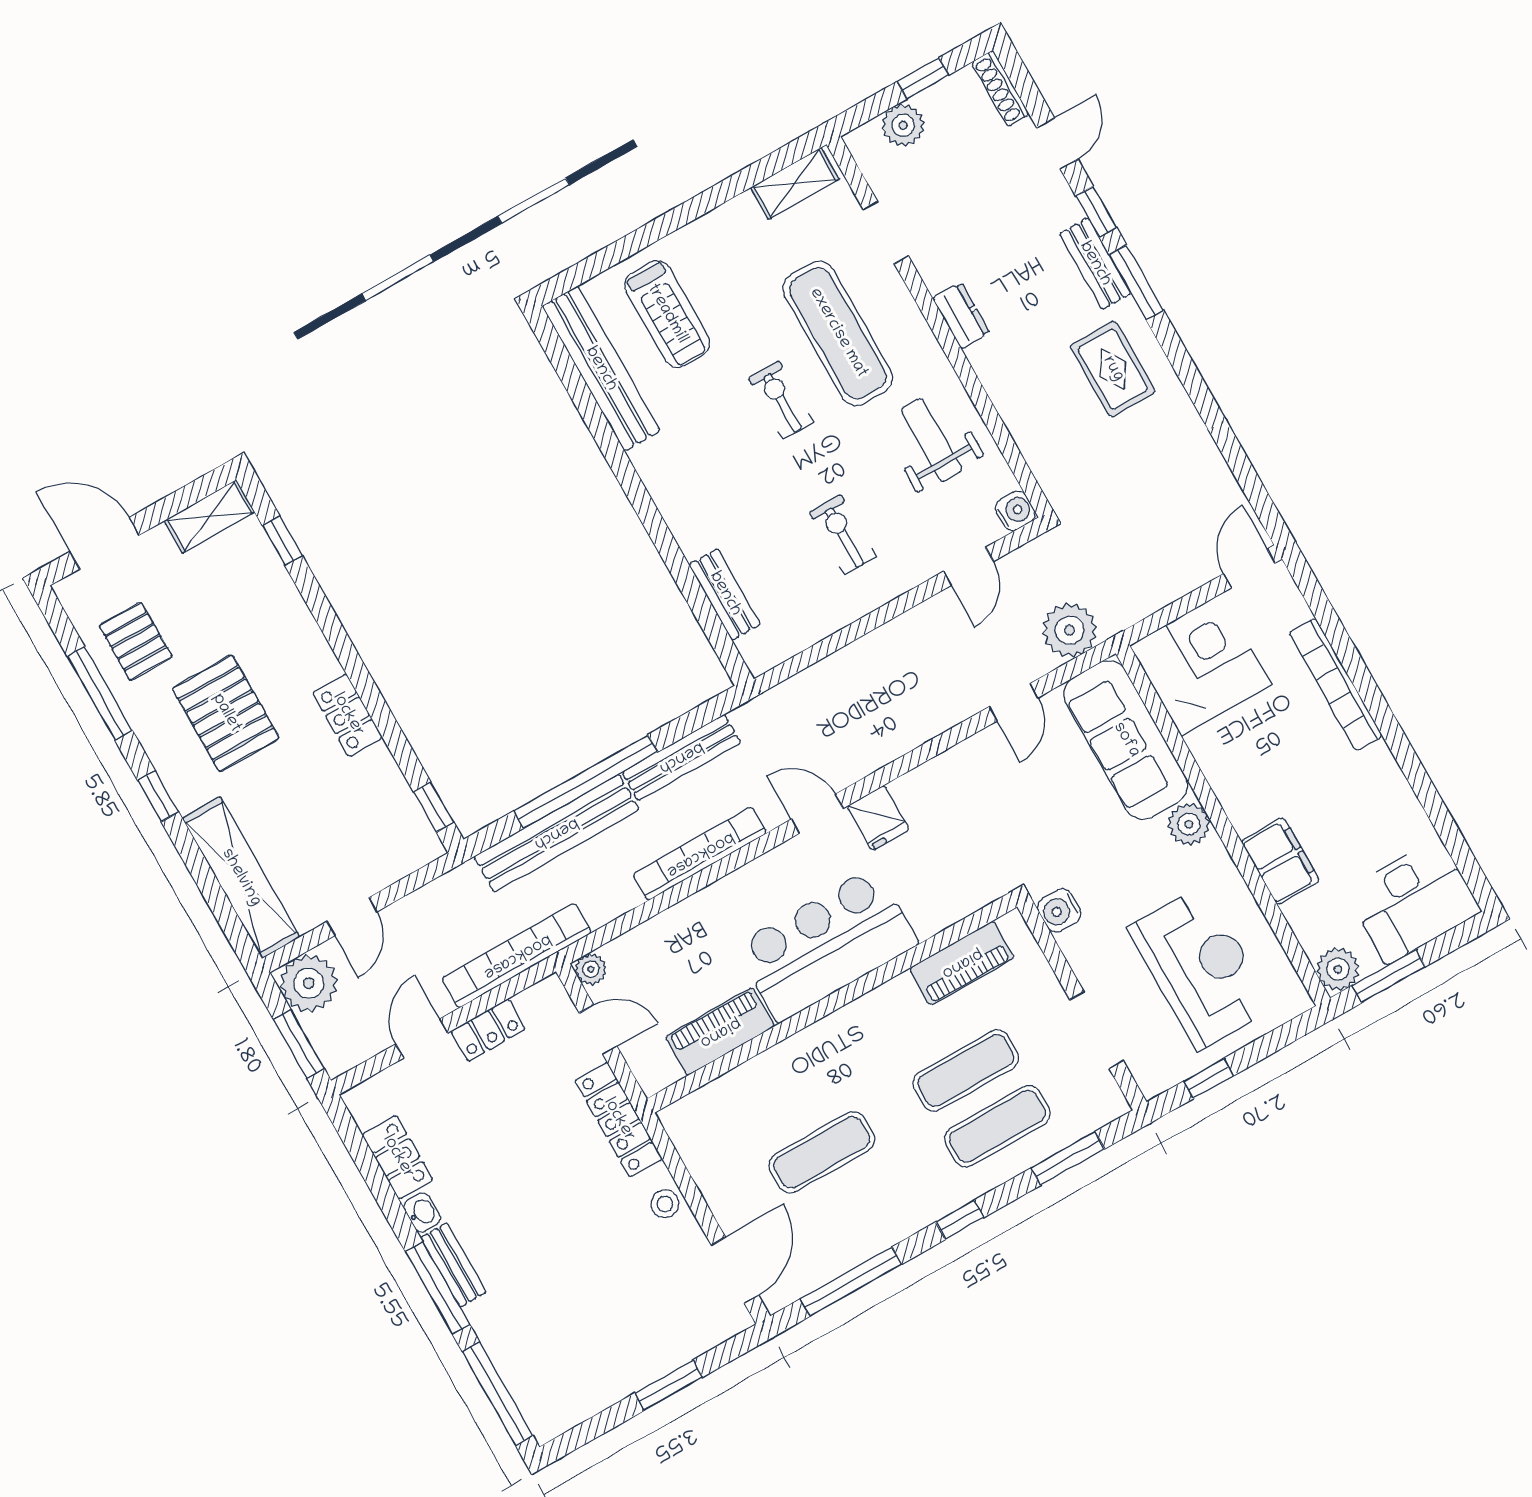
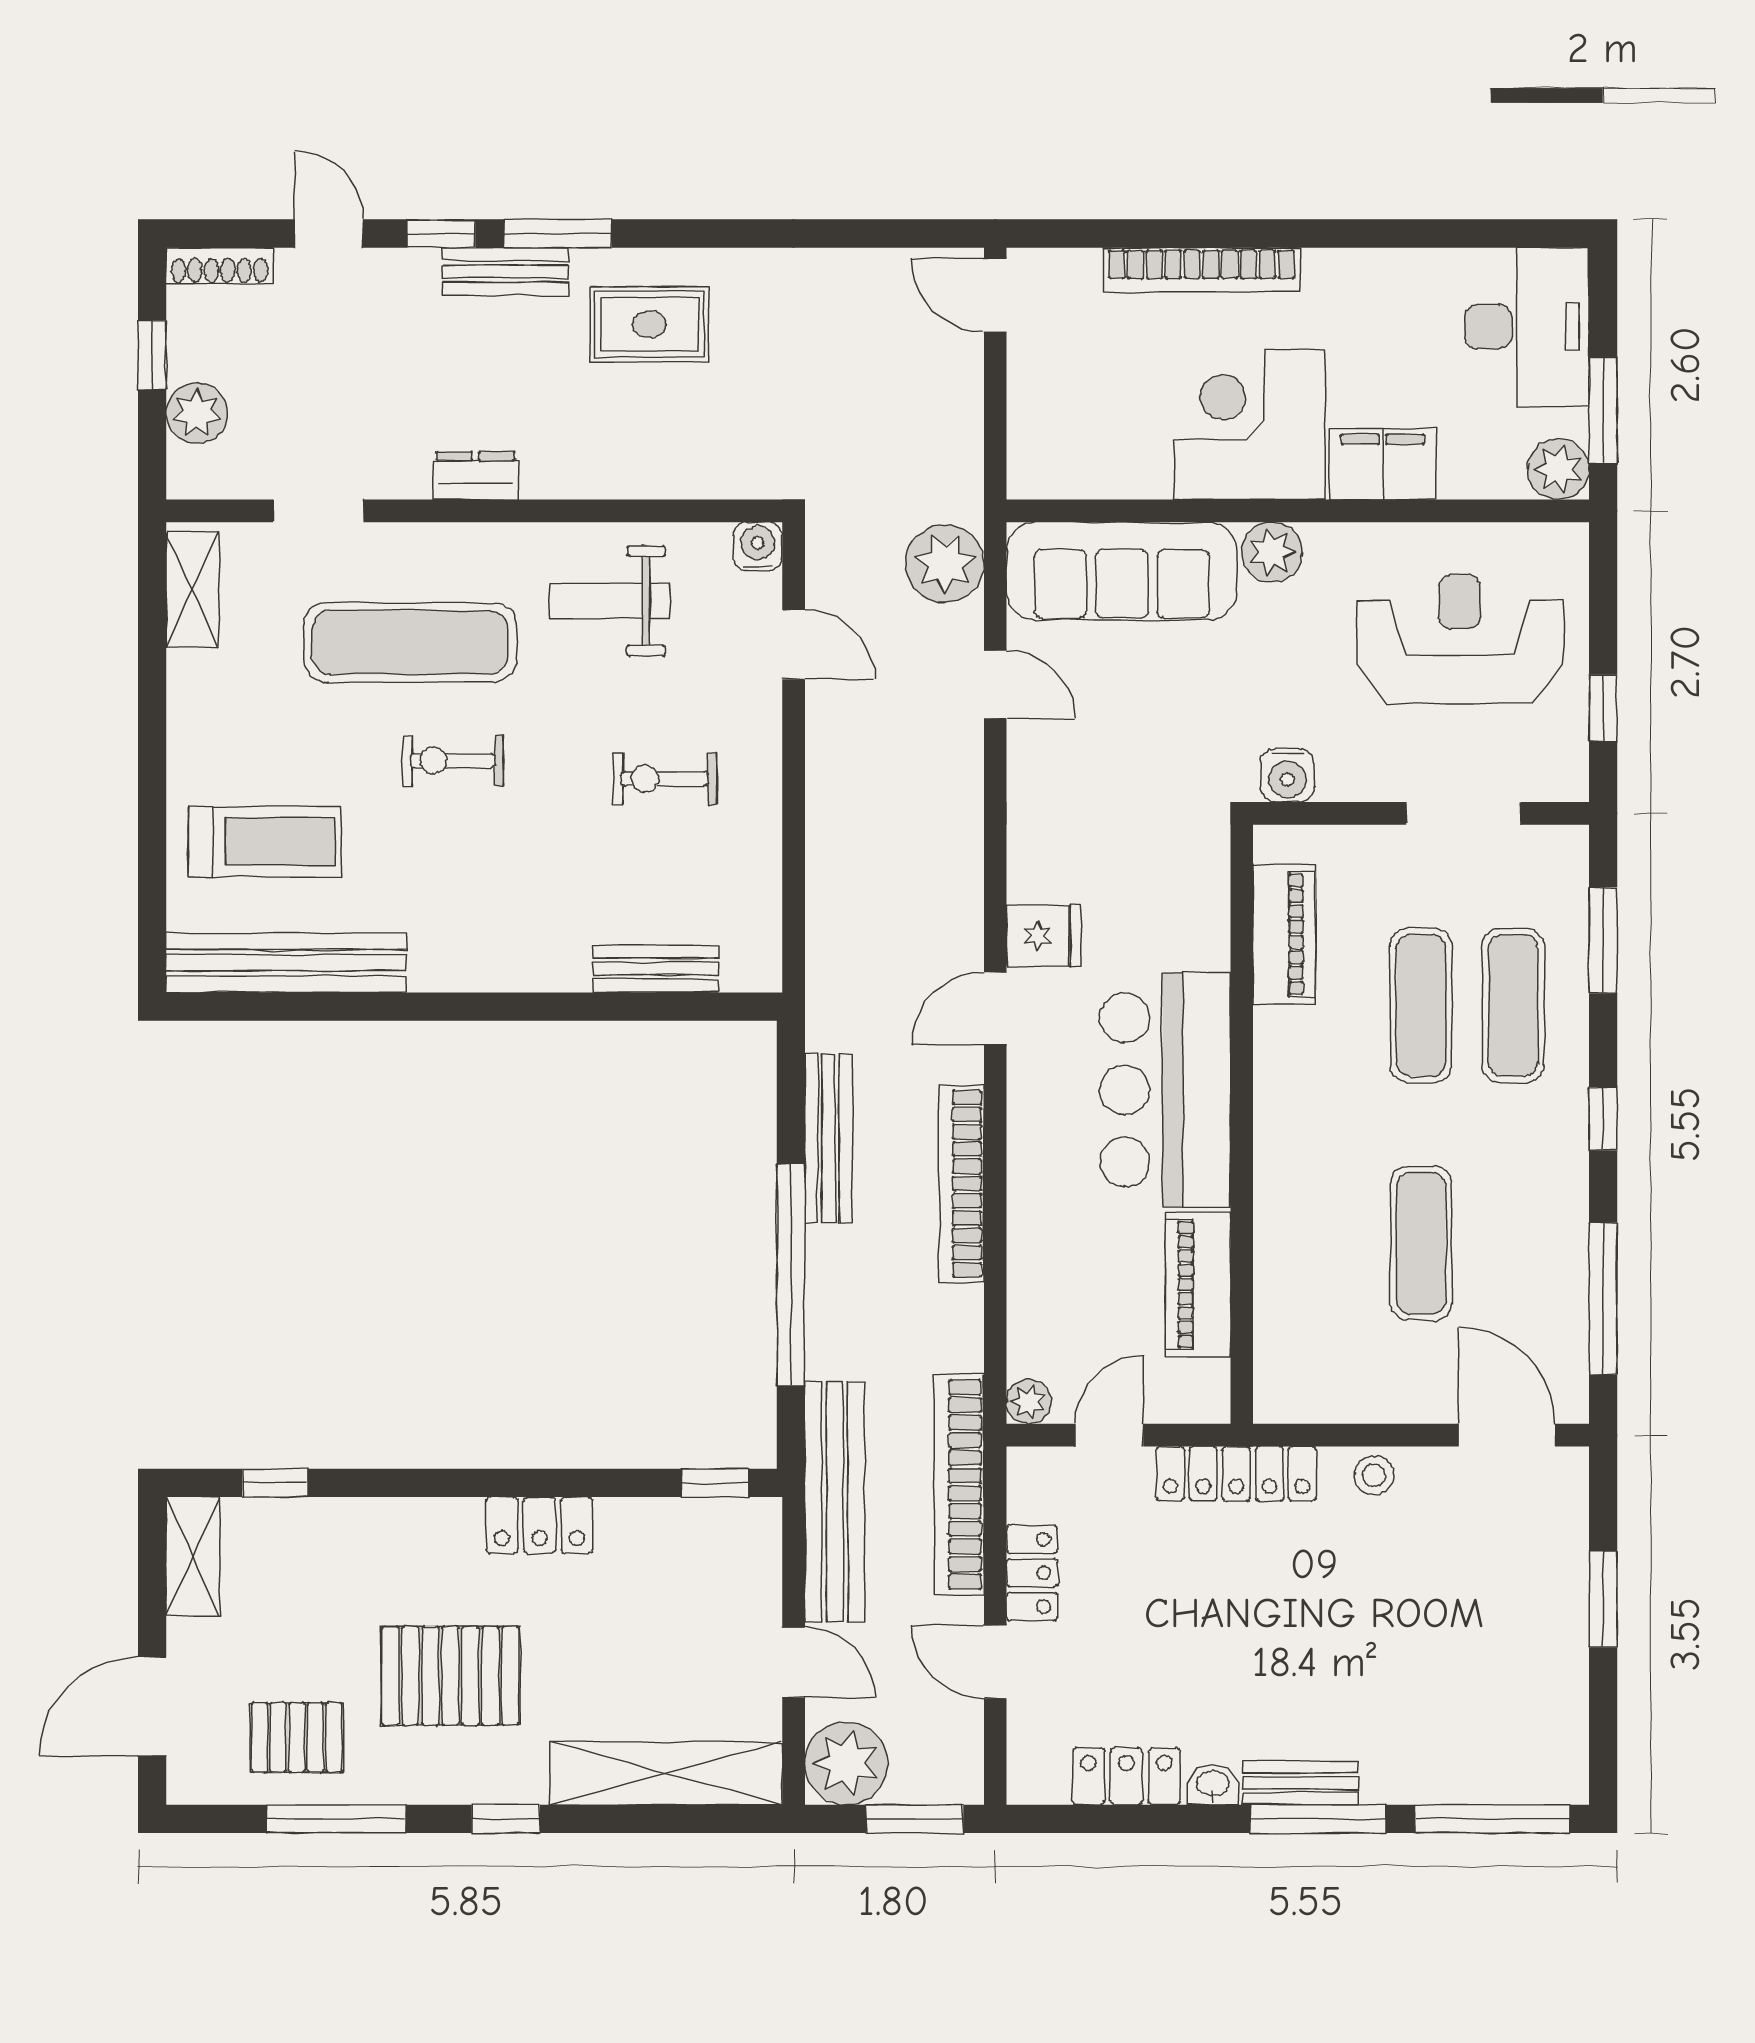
corner desk: (1201, 665) -> (1250, 424), moved
bench: (556, 833) -> (835, 1502), moved

